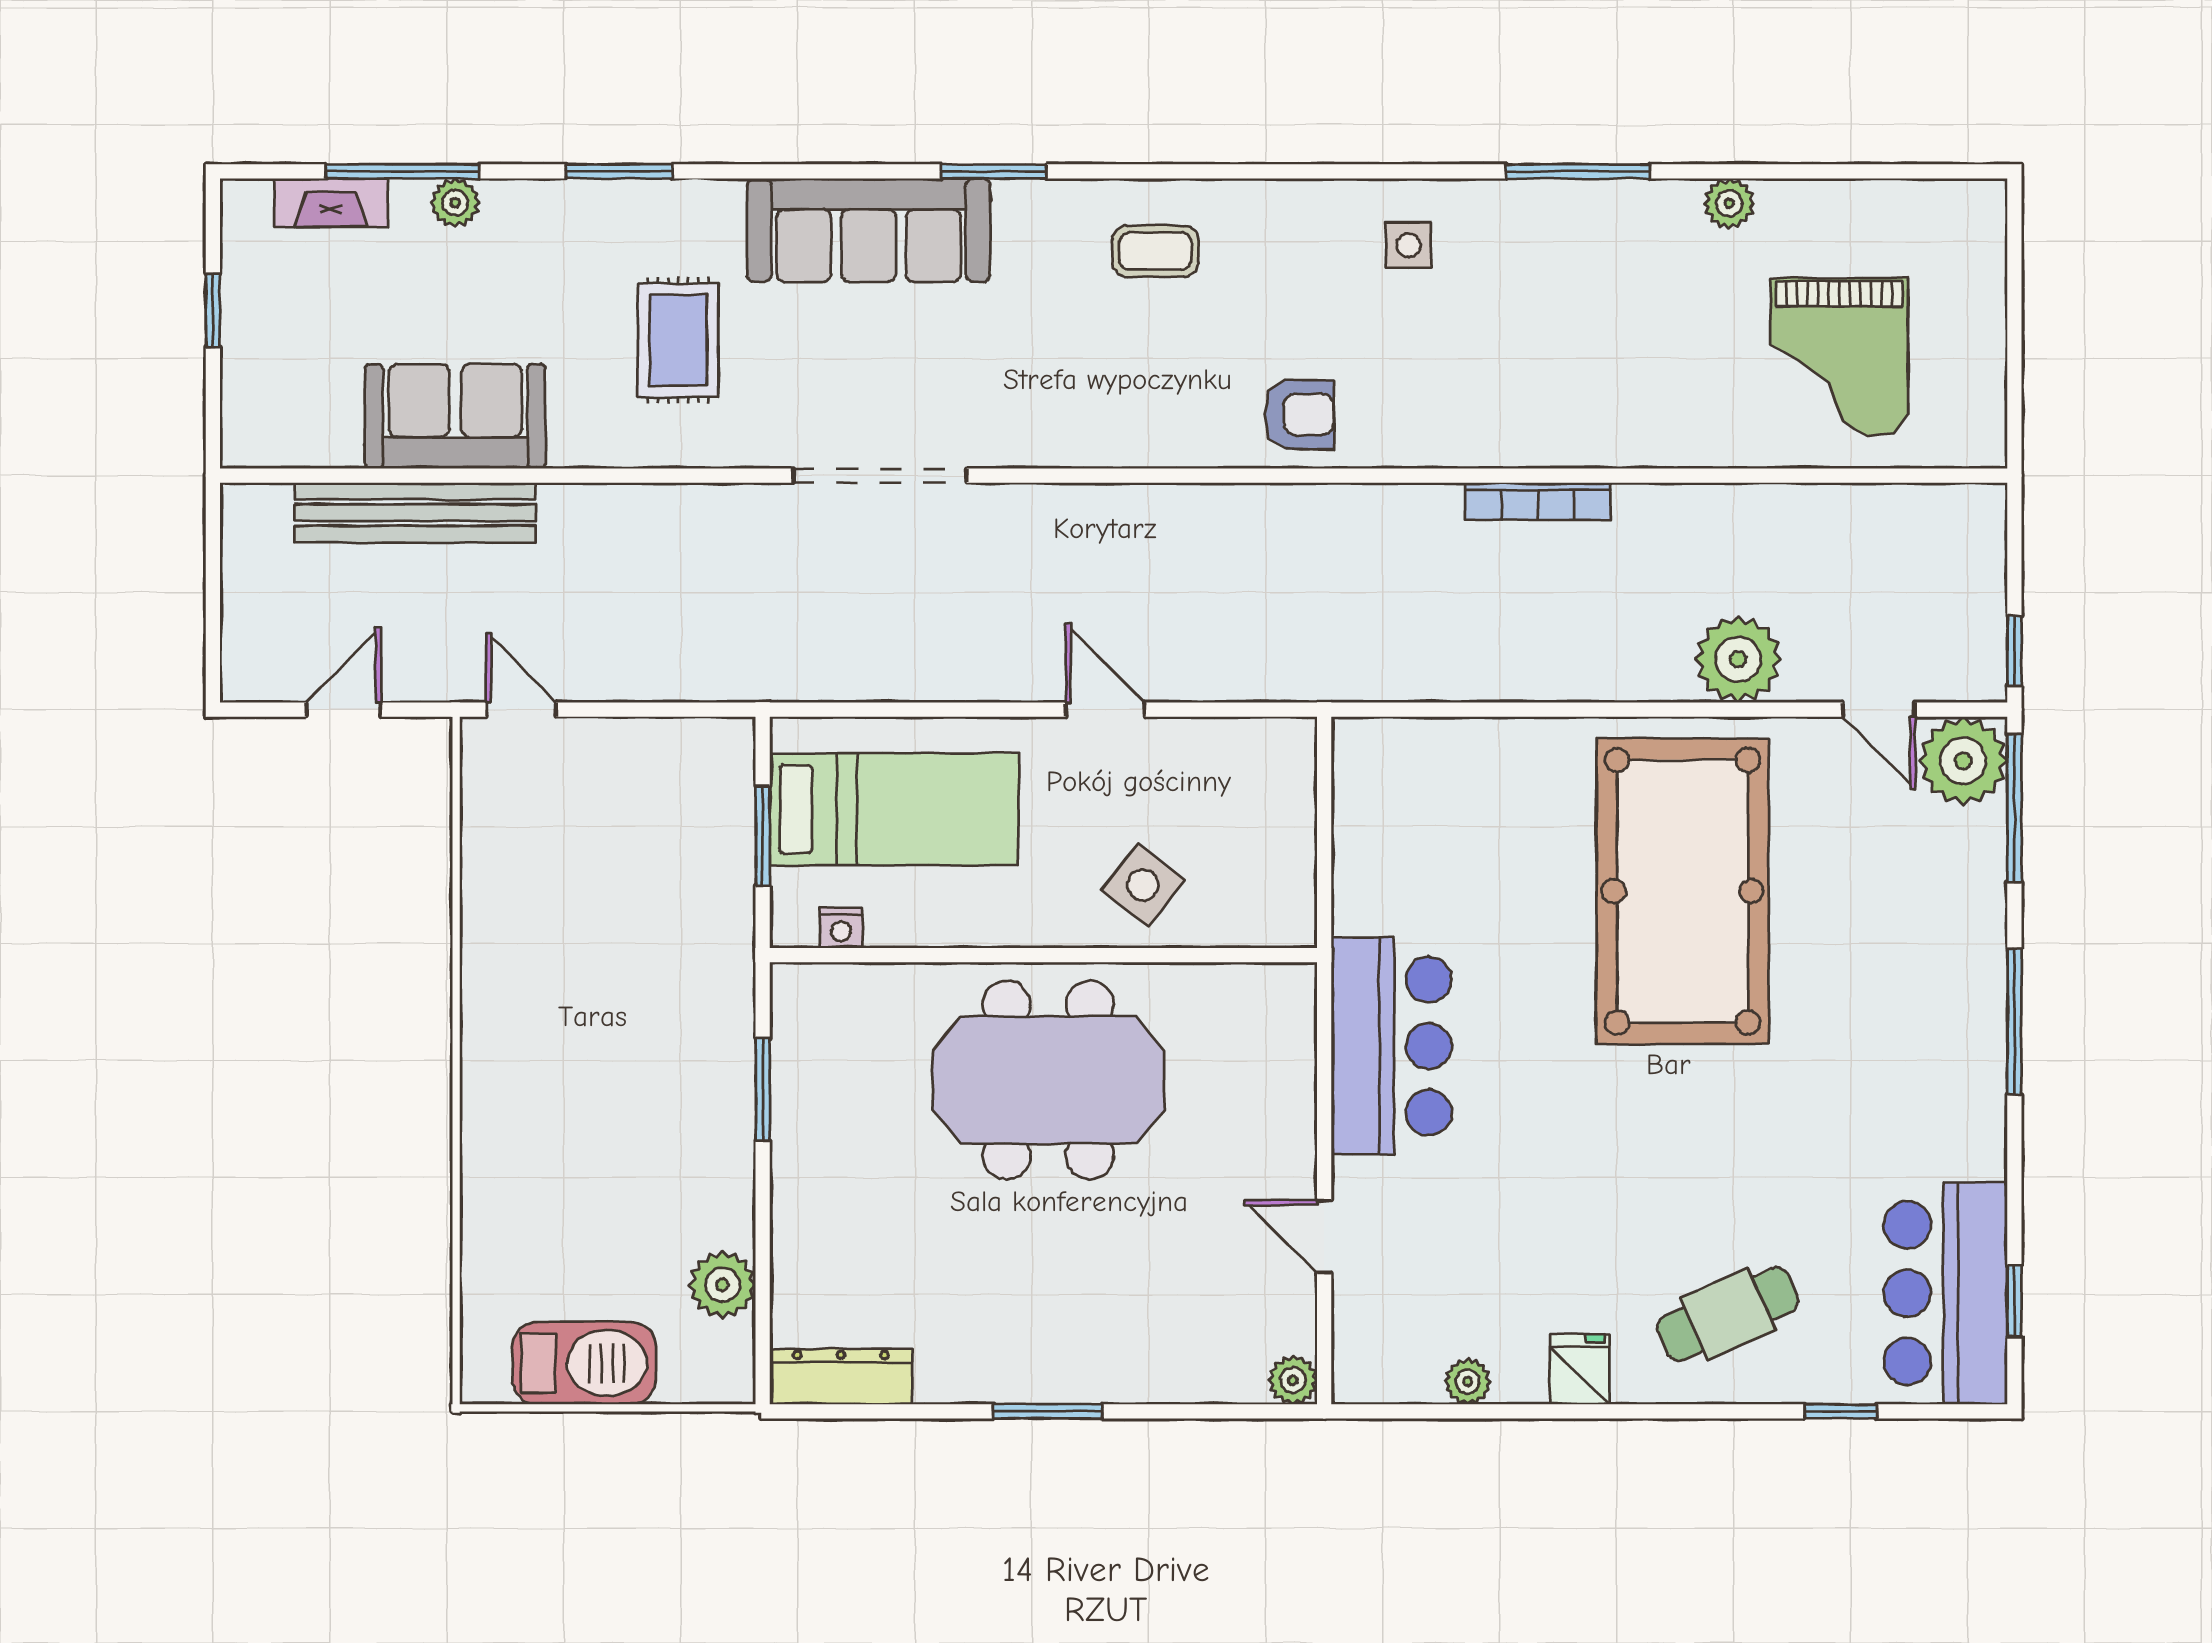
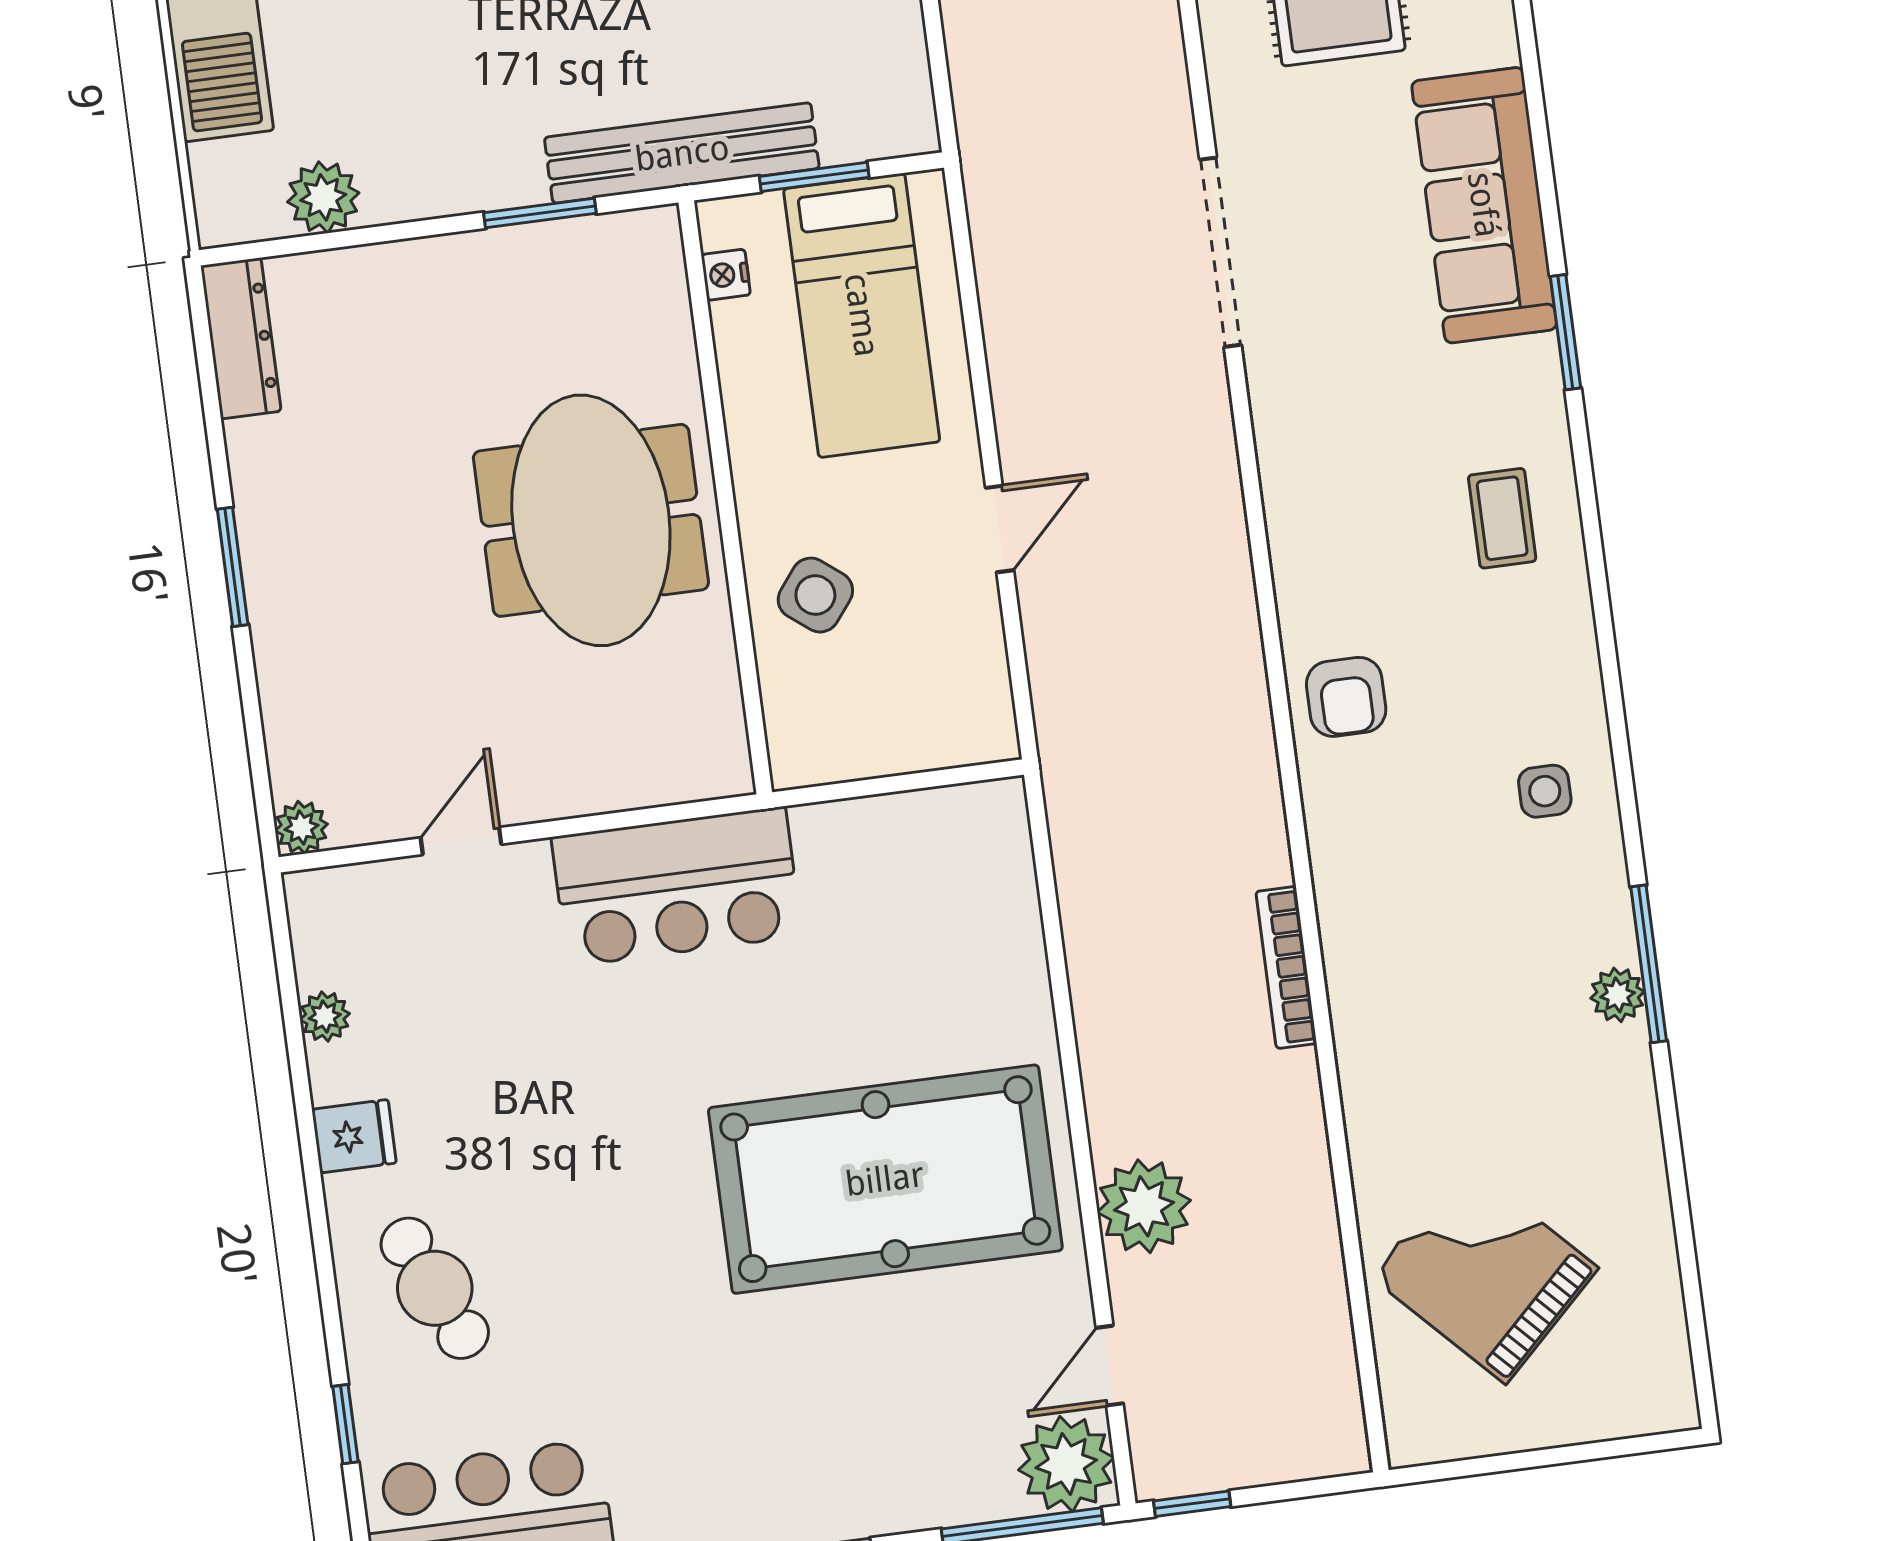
plant: (1729, 203) -> (1618, 995), moved
grand piano: (1839, 357) -> (1485, 1273), turned 46
bench: (725, 953) -> (682, 153), added

